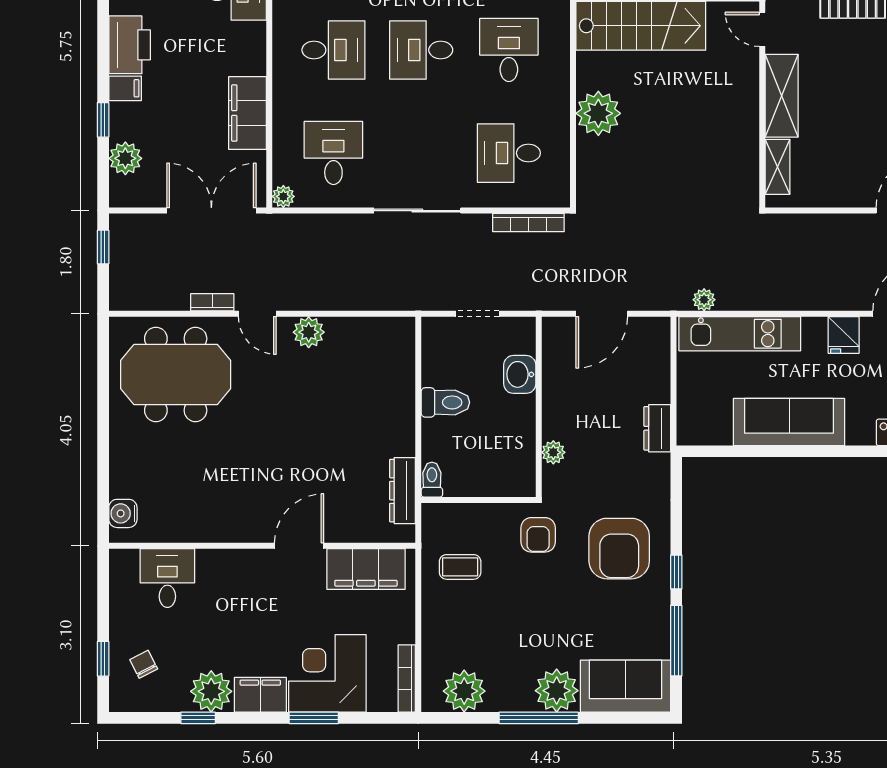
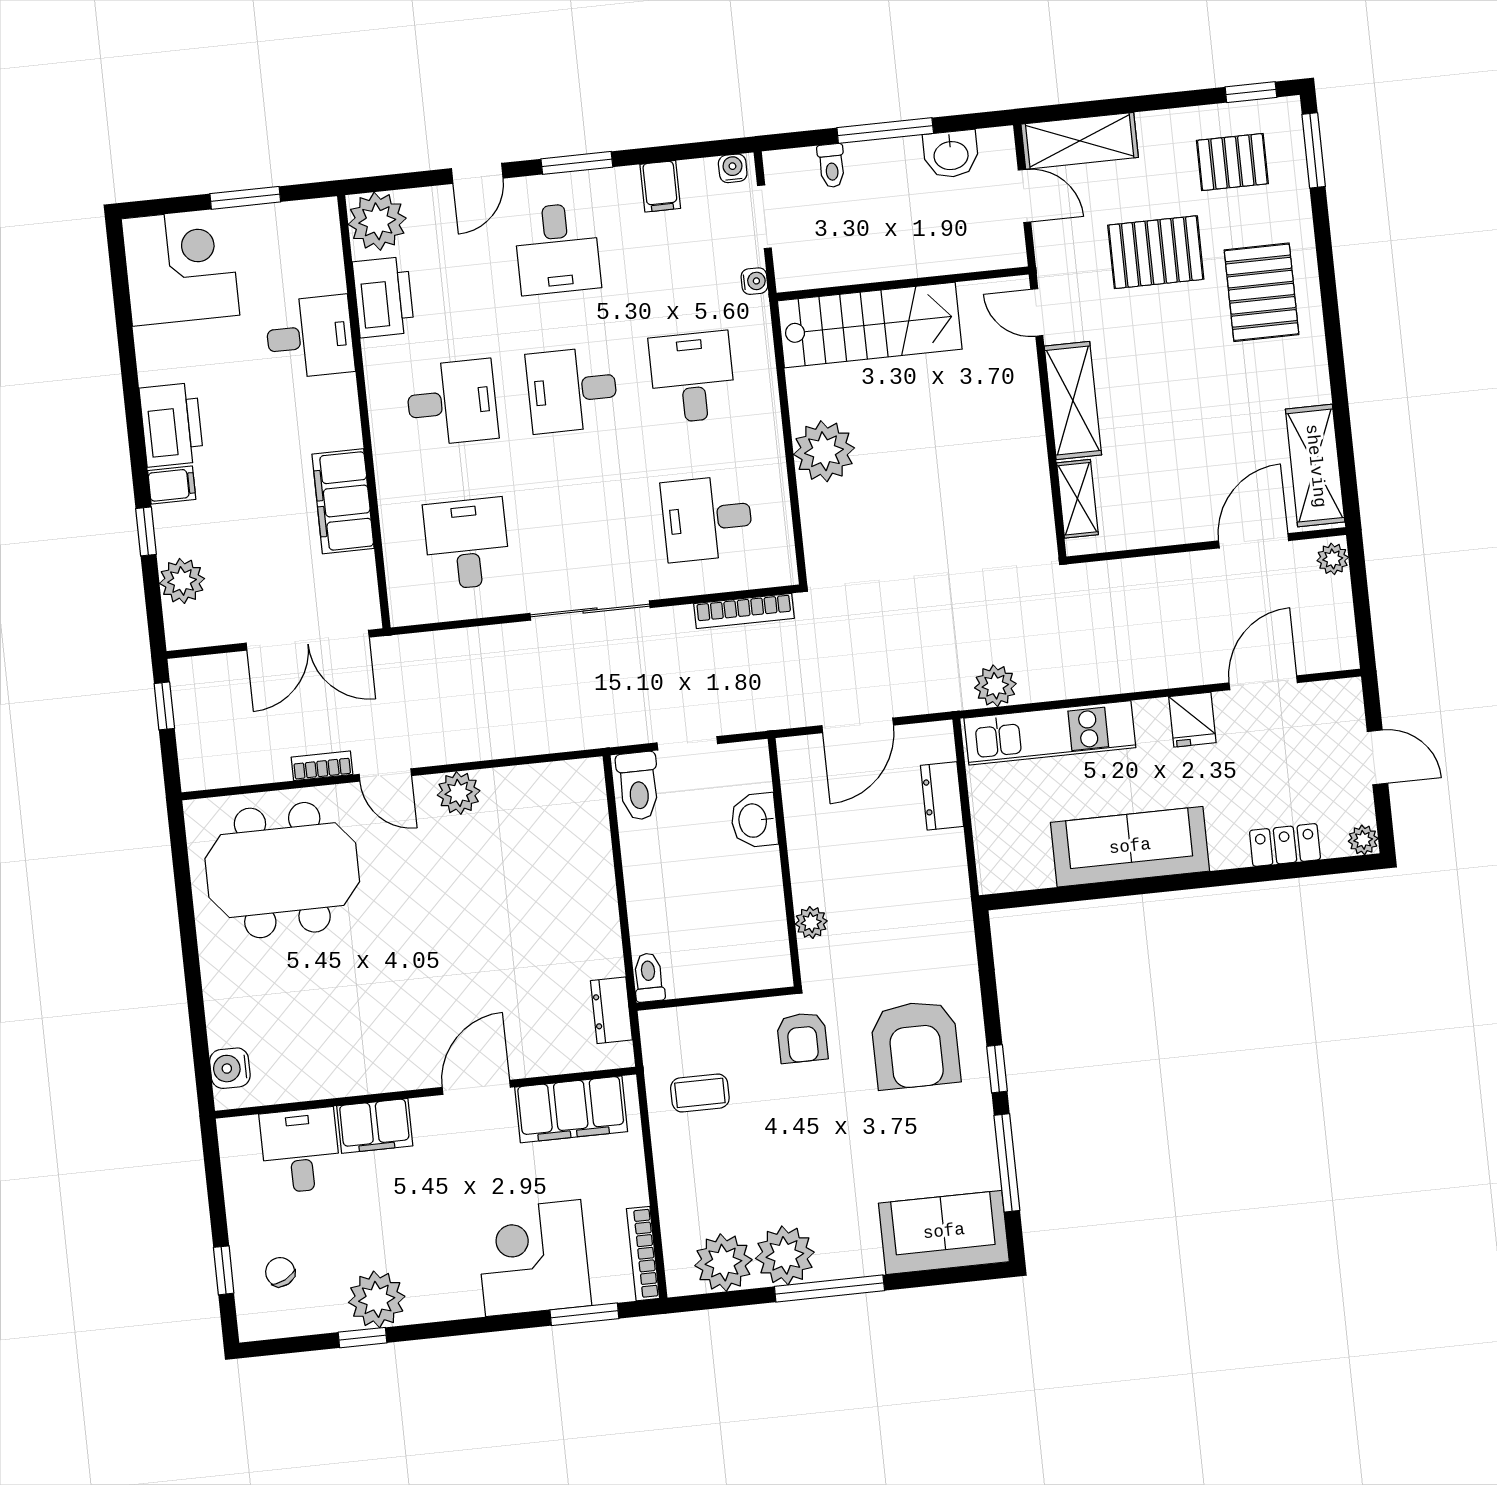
plant: (283, 196) -> (404, 611), removed
double door: (211, 211) -> (308, 640), swing flipped
plant: (704, 300) -> (995, 686), width x1.38, depth x1.38
toilet: (445, 402) -> (638, 786), moved, turned 90
dresser: (657, 428) -> (942, 796), moved
dresser: (403, 491) -> (611, 1010), width x0.70
plant: (557, 691) -> (785, 1255), moved
filing cabinet: (260, 695) -> (375, 1126), moved, turned 180
window: (314, 718) -> (584, 1314), moved

